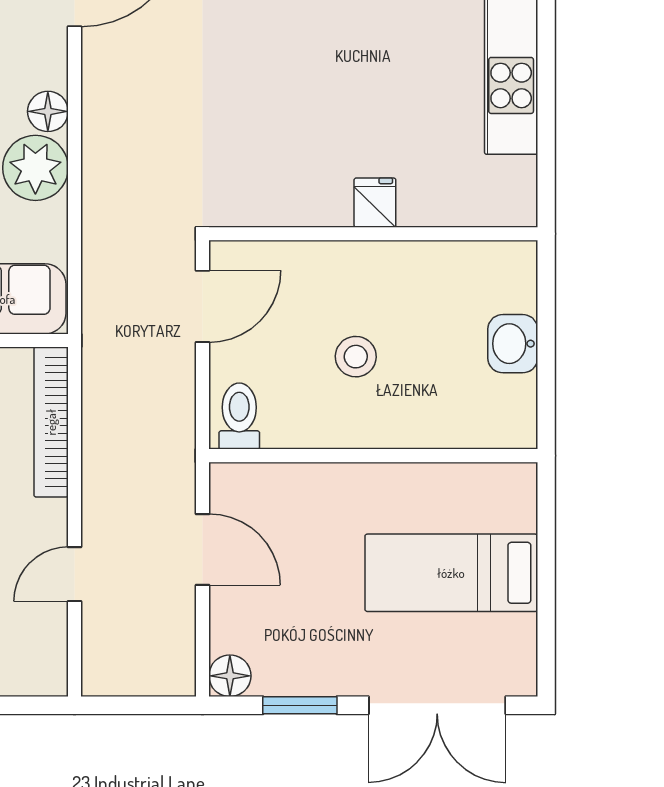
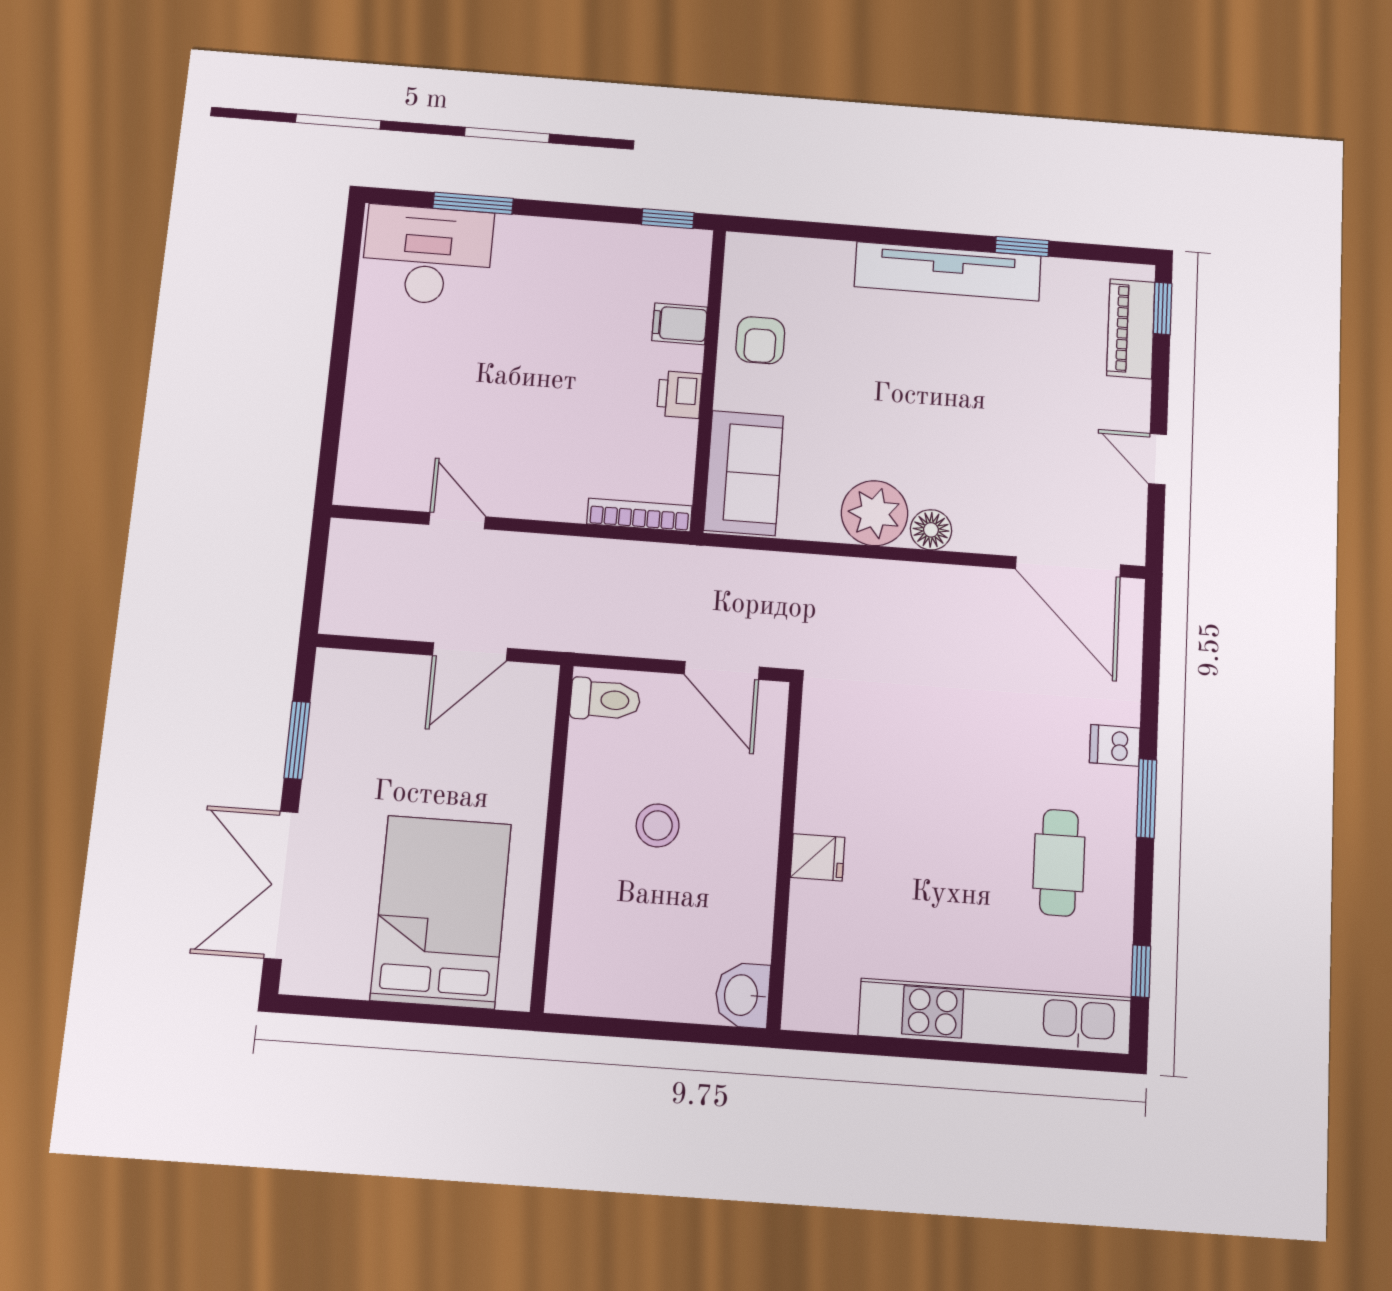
washbasin: (513, 344) -> (743, 995), moved, turned -90
bookcase: (51, 422) -> (639, 515), width x0.68, depth x0.76
bed: (451, 573) -> (441, 912), width x1.50
floor lamp: (230, 676) -> (336, 670), removed

